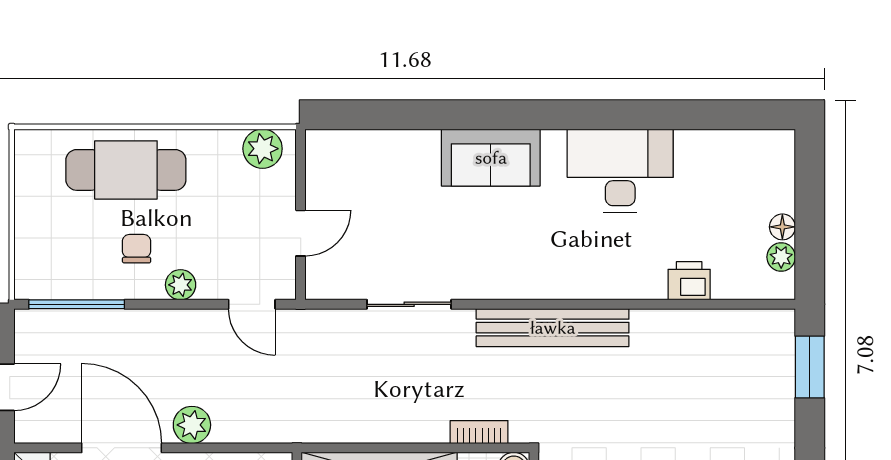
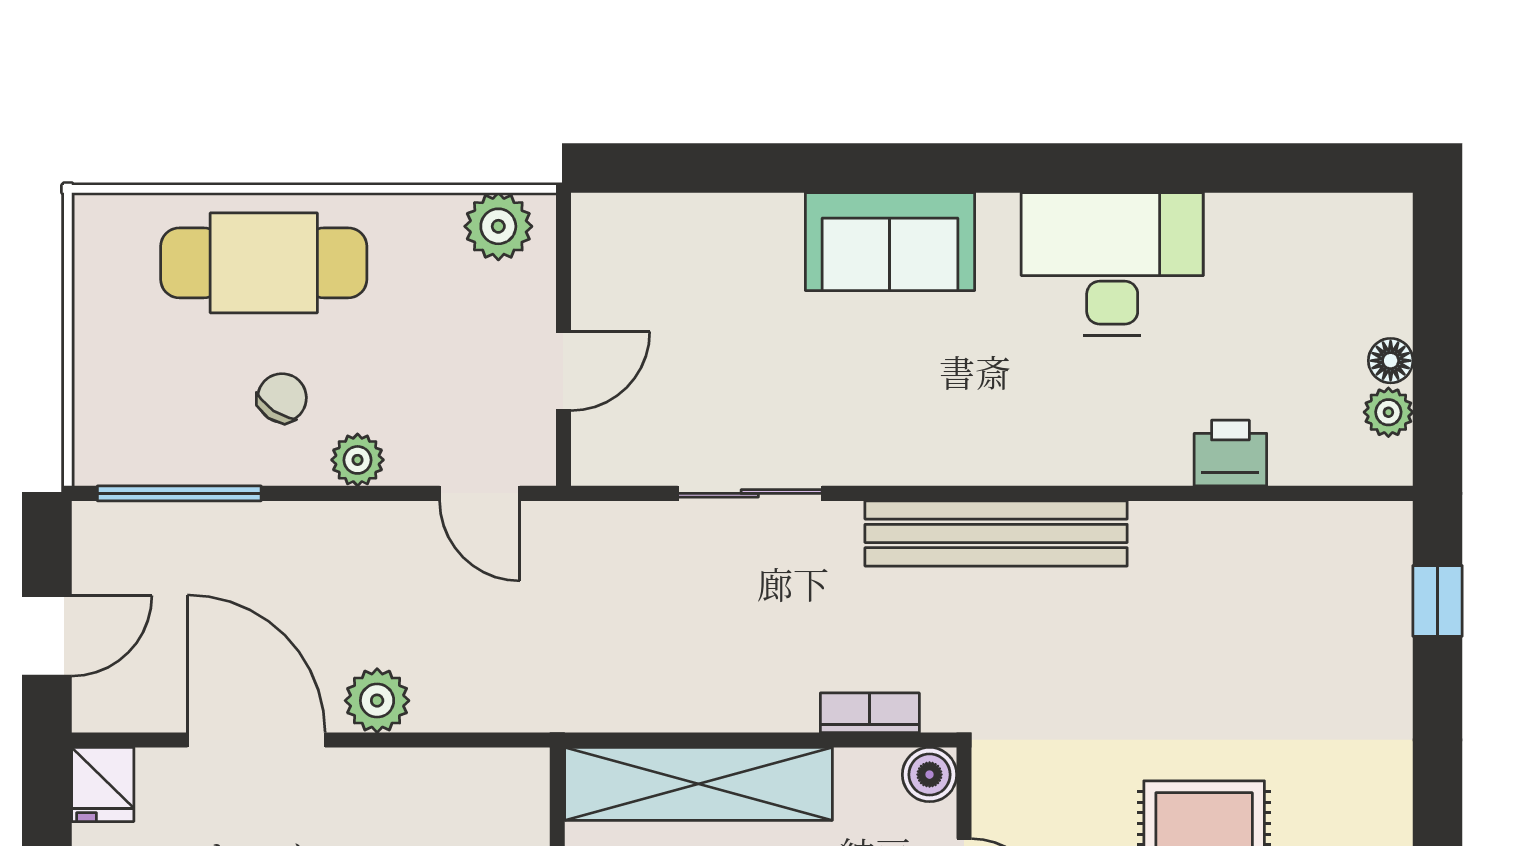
chair: (137, 249) -> (282, 398), turned 34
window: (810, 367) -> (1437, 601), width x0.67

